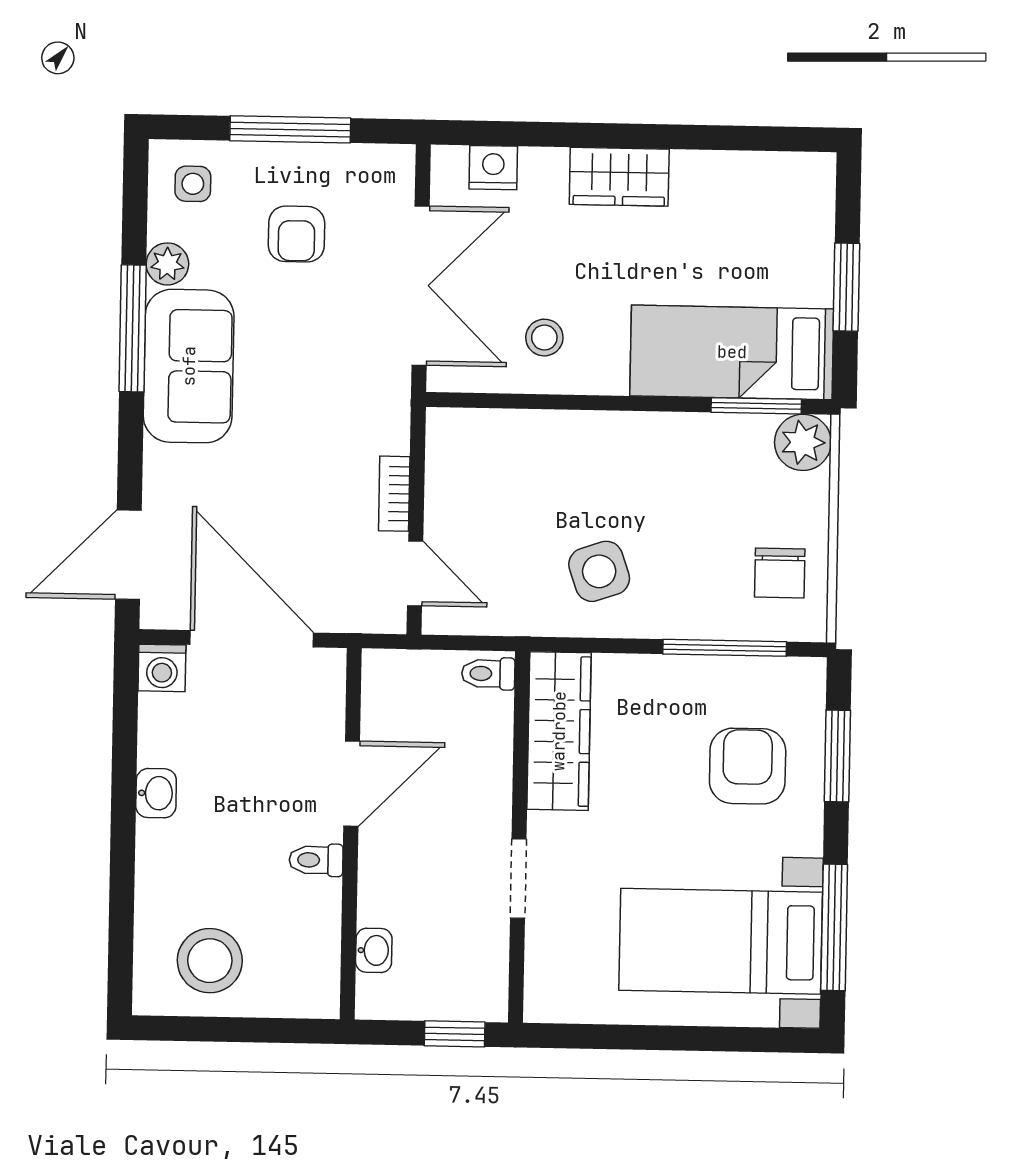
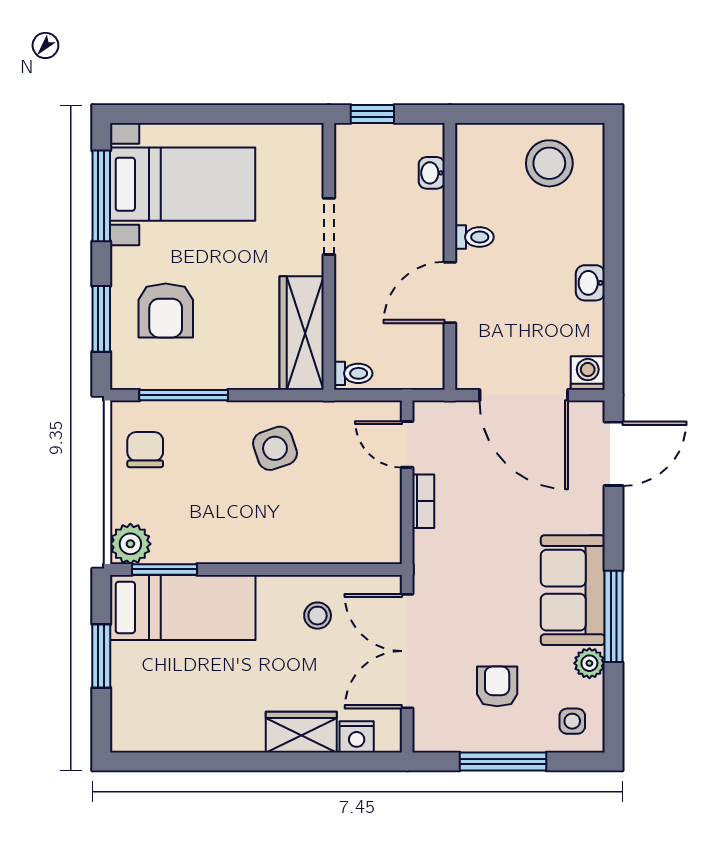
wardrobe: (619, 177) -> (301, 732), moved

